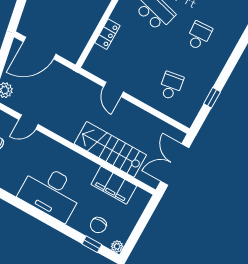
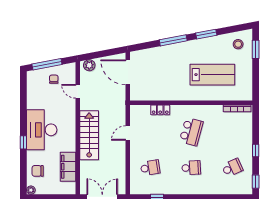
stairs: (110, 149) -> (89, 135), moved
window: (92, 244) -> (23, 142), moved

